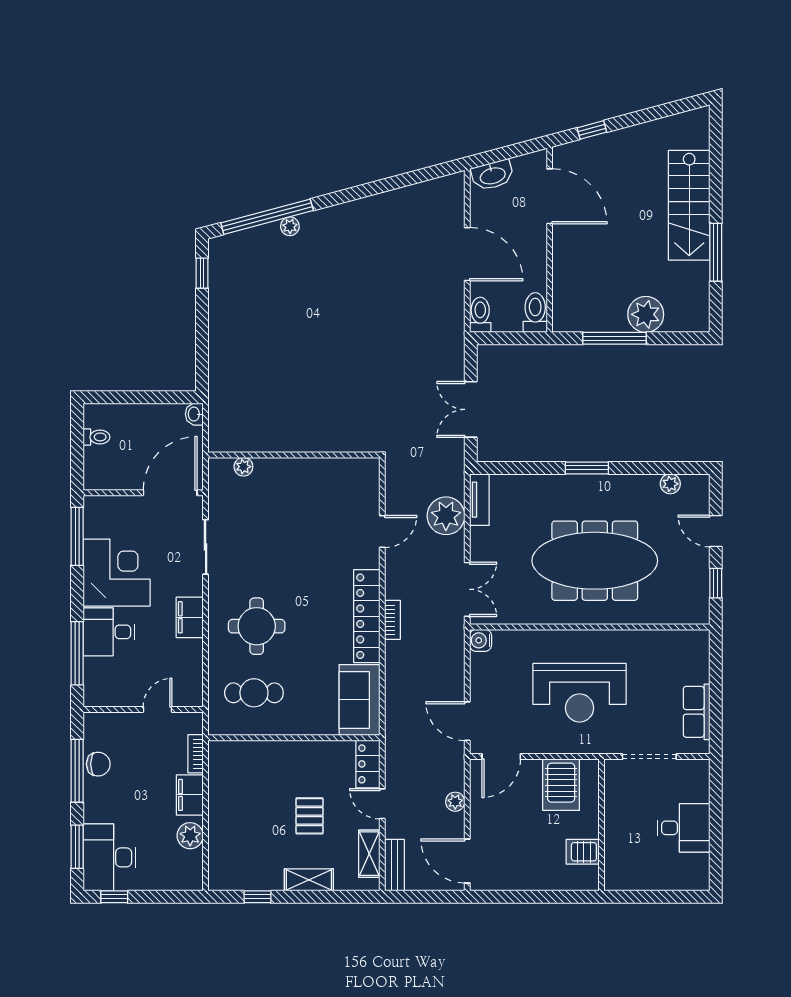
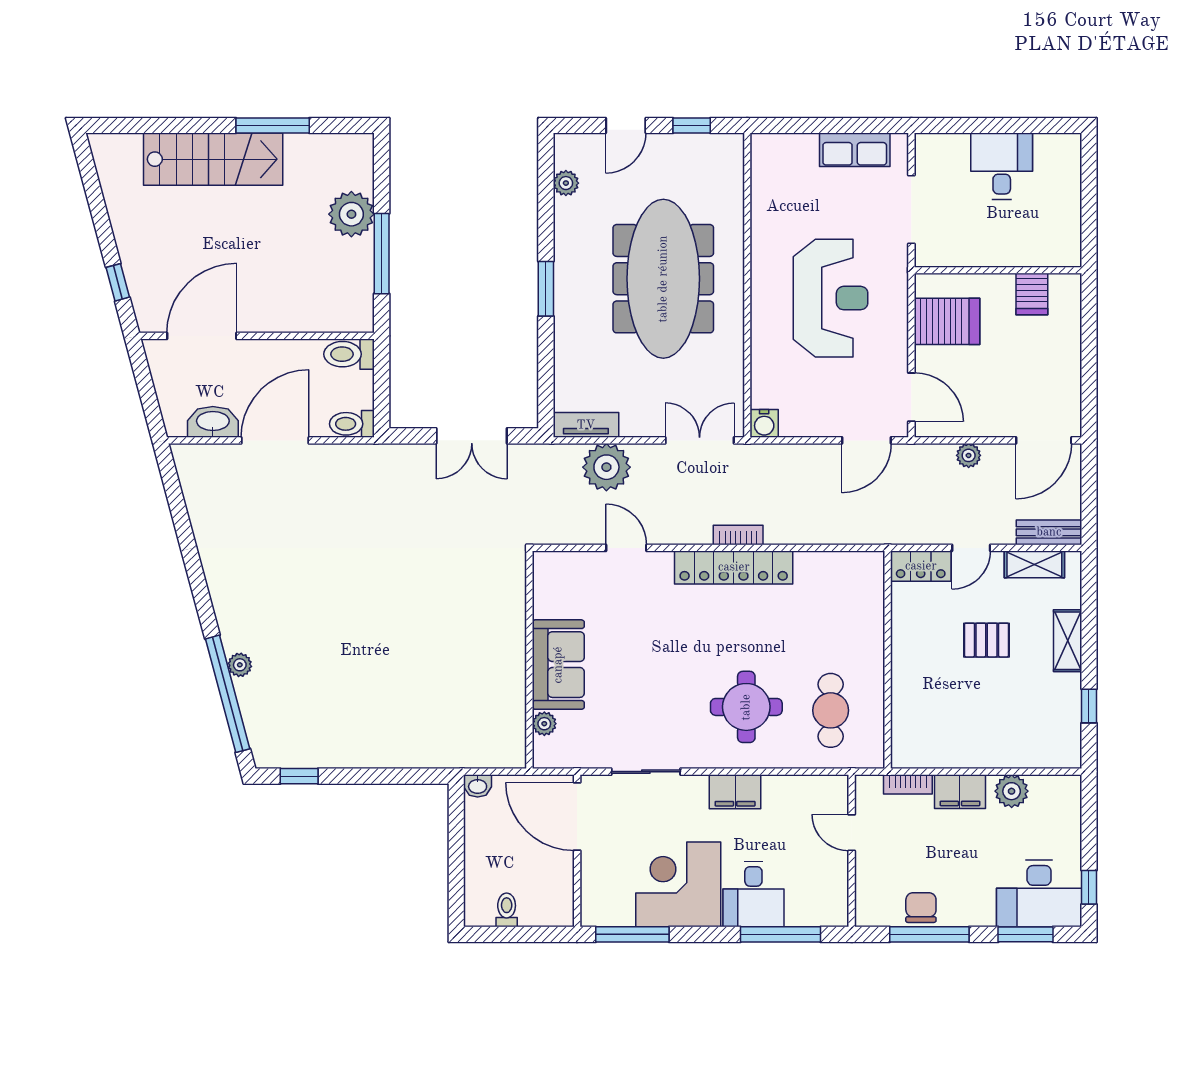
washbasin: (492, 175) -> (213, 422), moved, turned -75
sofa: (359, 700) -> (558, 665), moved, turned -90

